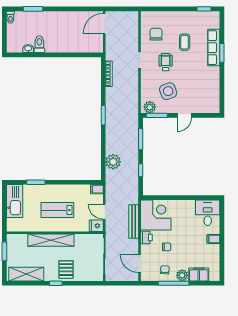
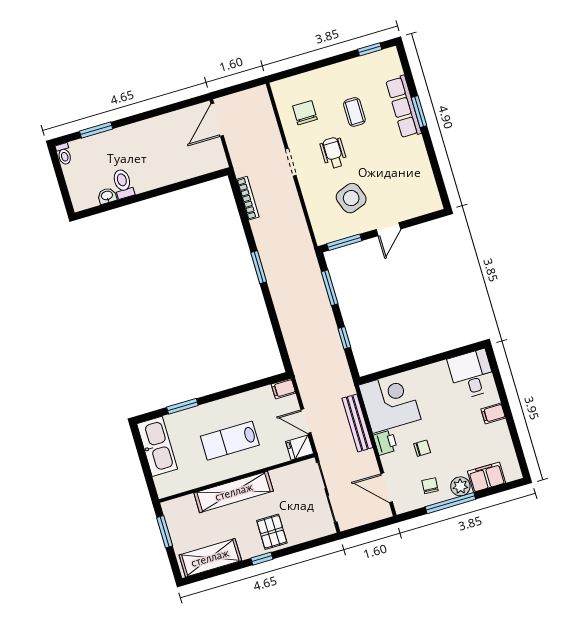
plant: (150, 107) -> (329, 232), removed
plant: (113, 162) -> (296, 337), removed

